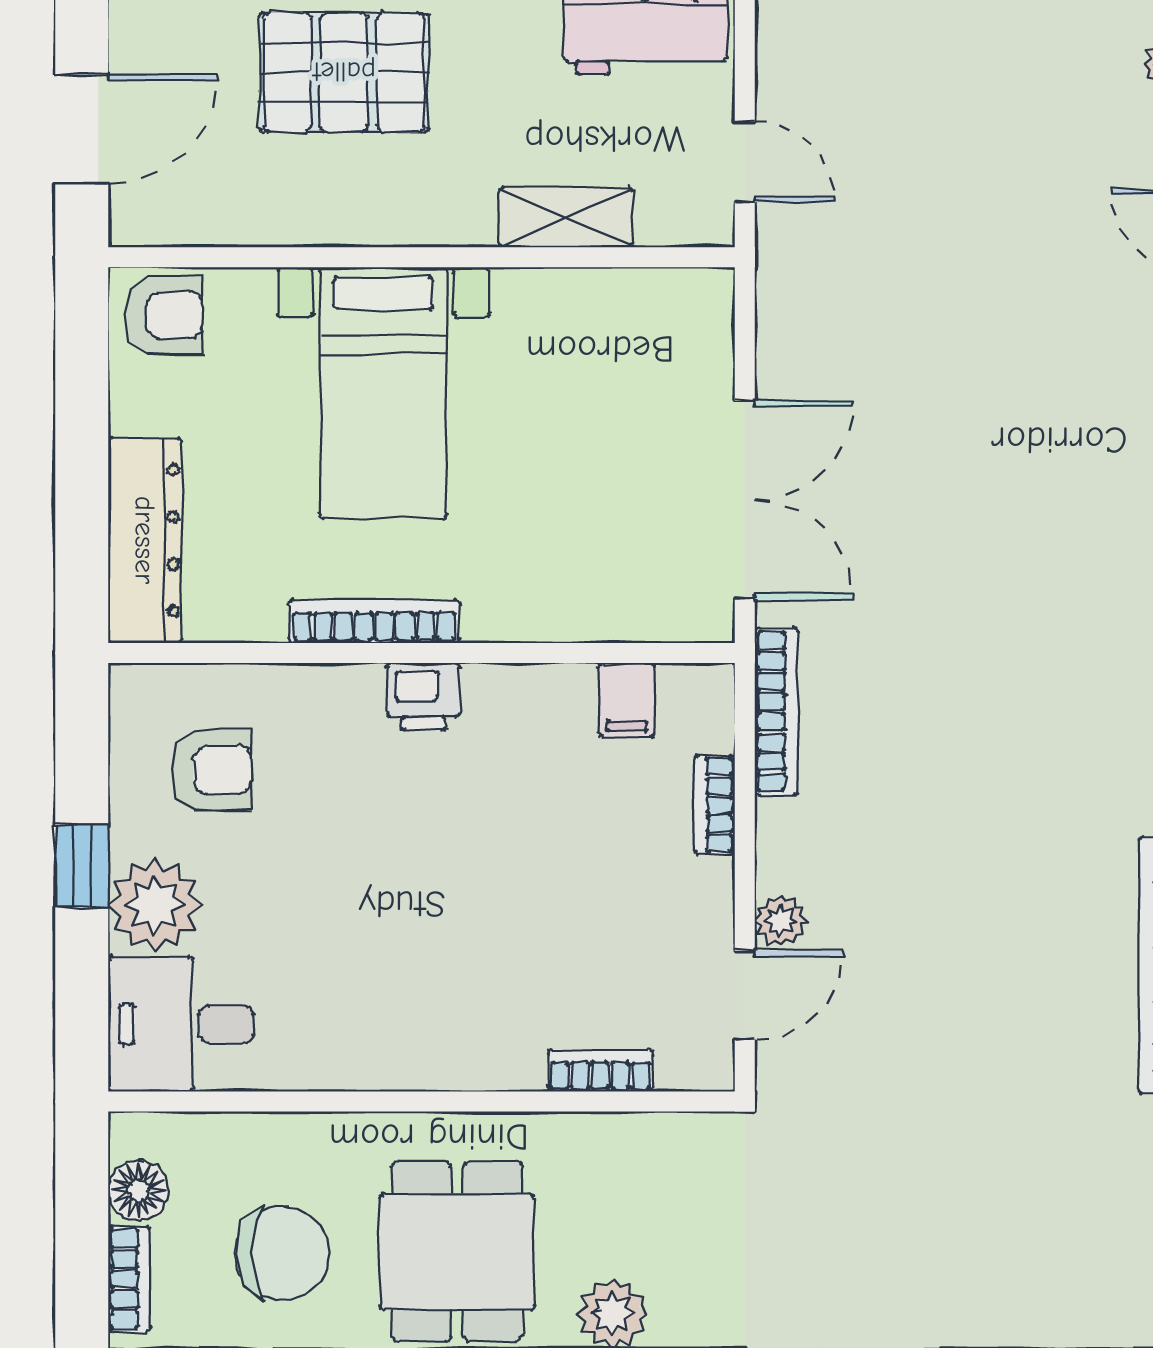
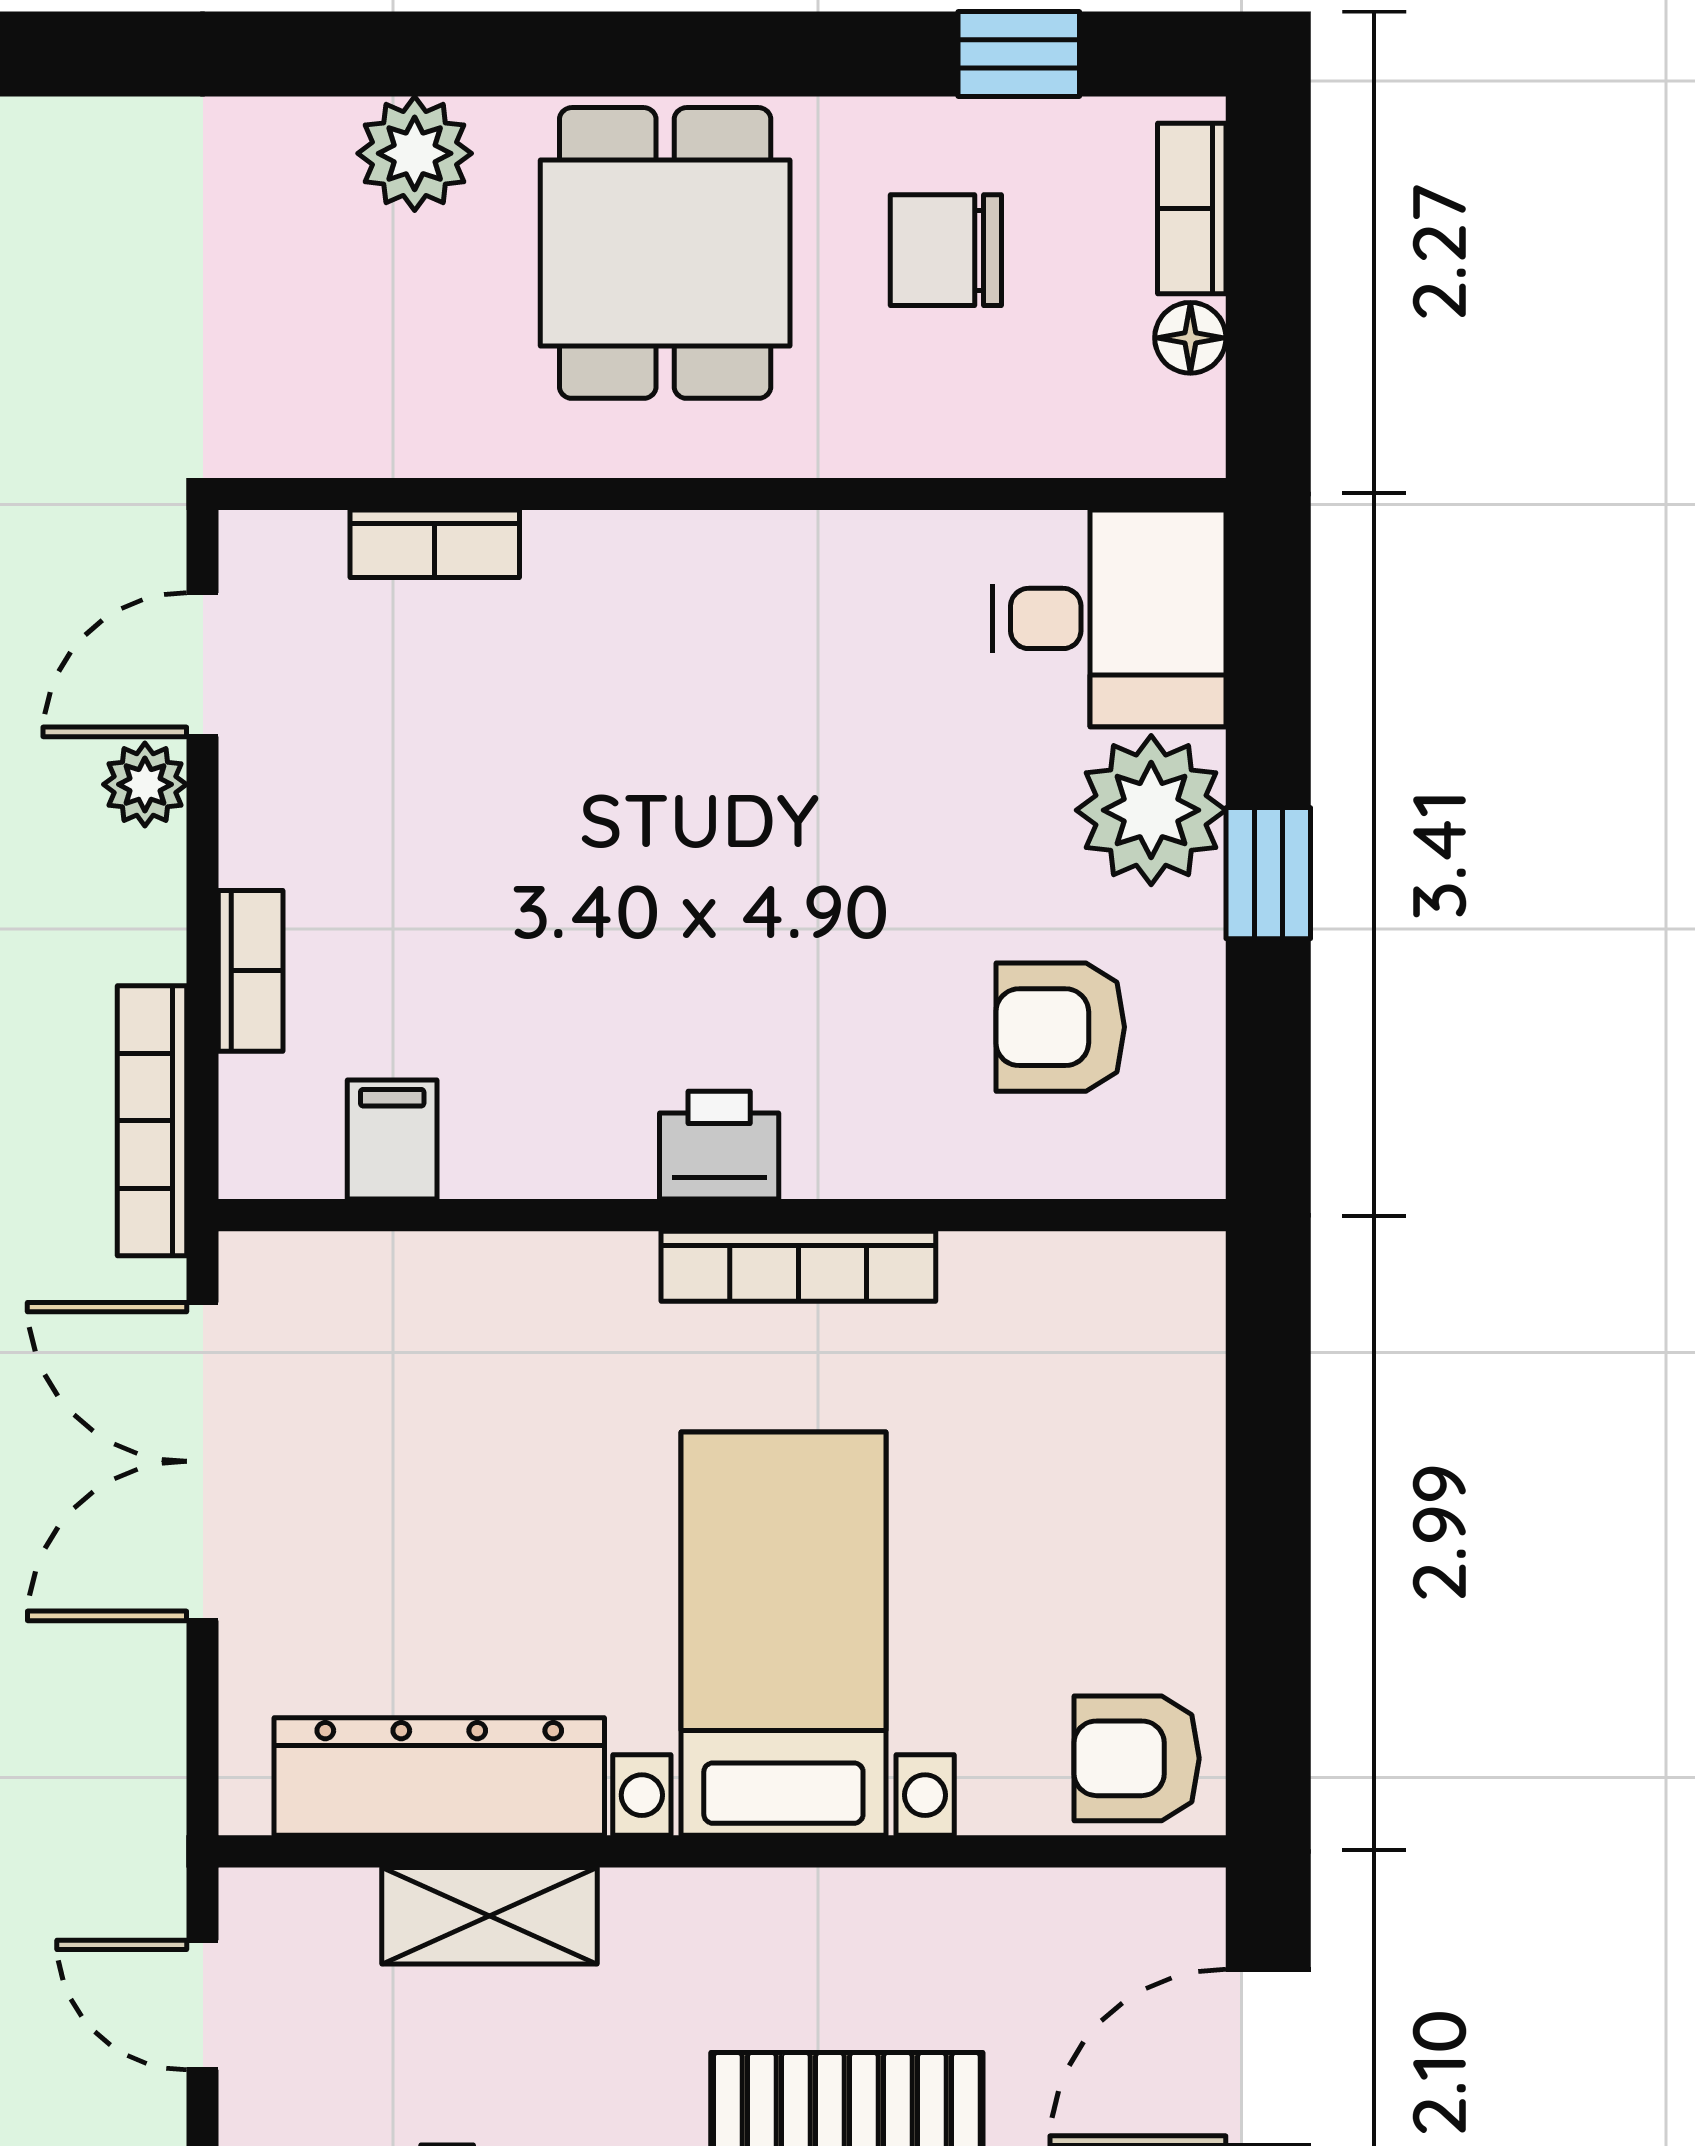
dresser: (145, 540) -> (439, 1777), moved, turned 90
floor lamp: (138, 1191) -> (1190, 338), width x0.73, depth x0.73
chair: (282, 1253) -> (946, 250), width x0.73, depth x0.73

